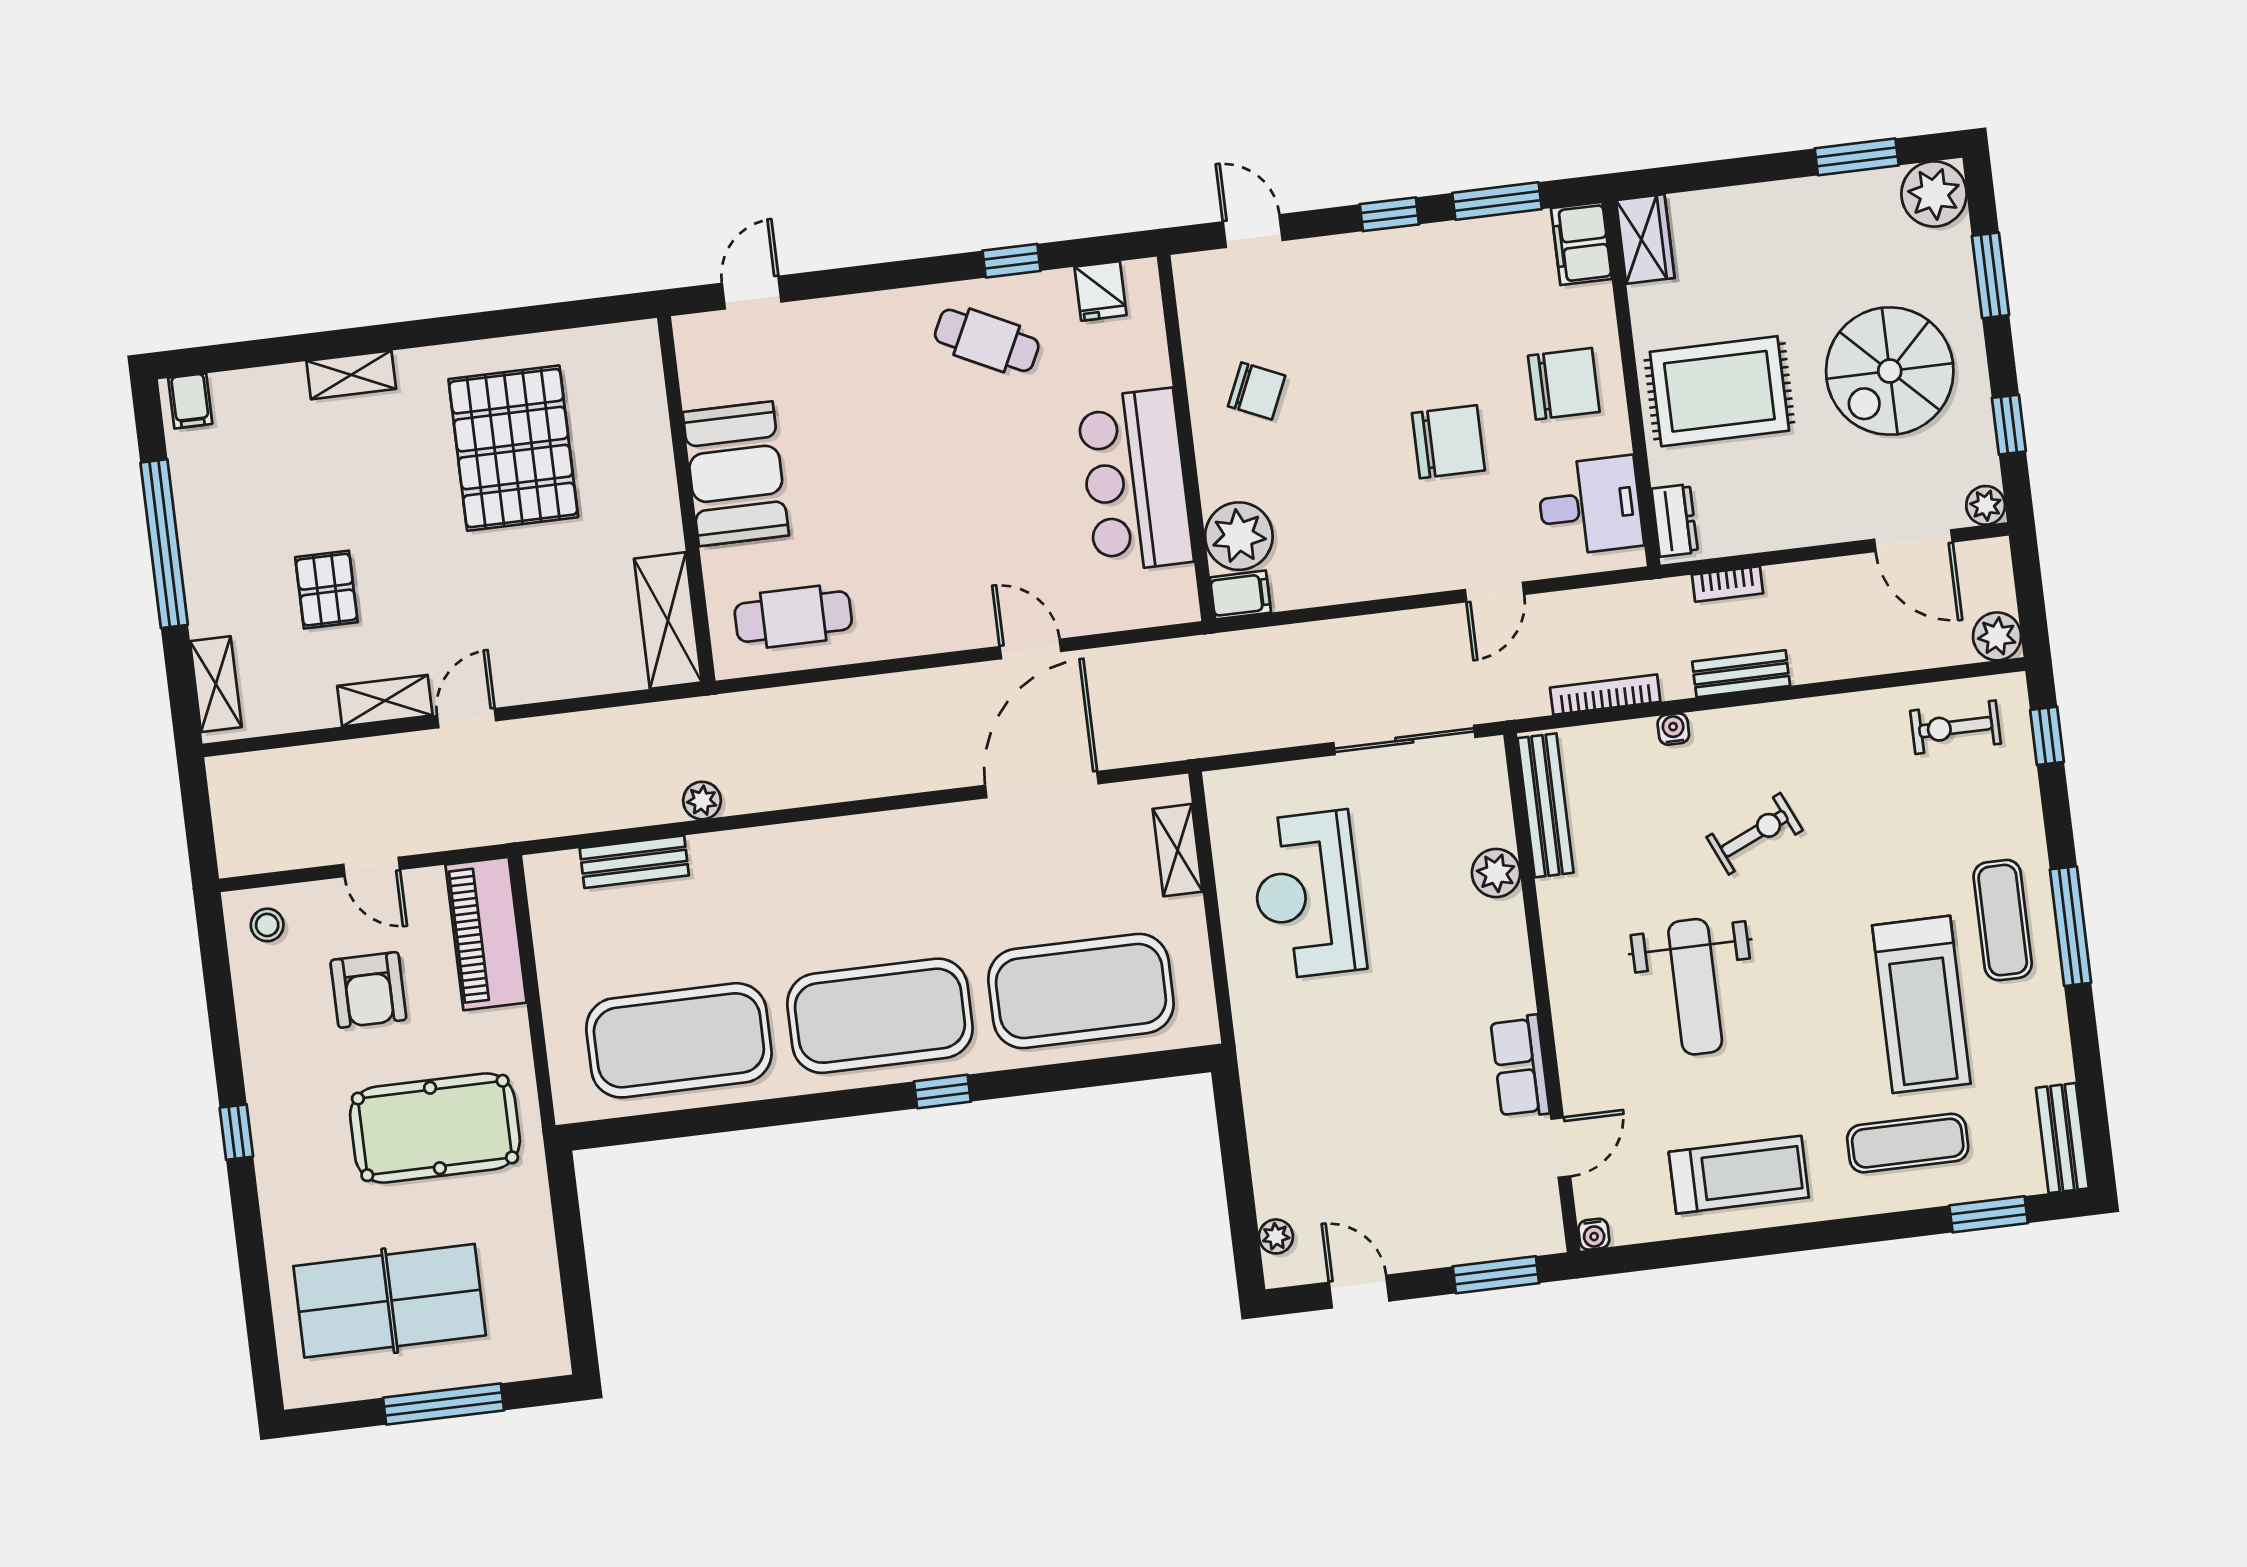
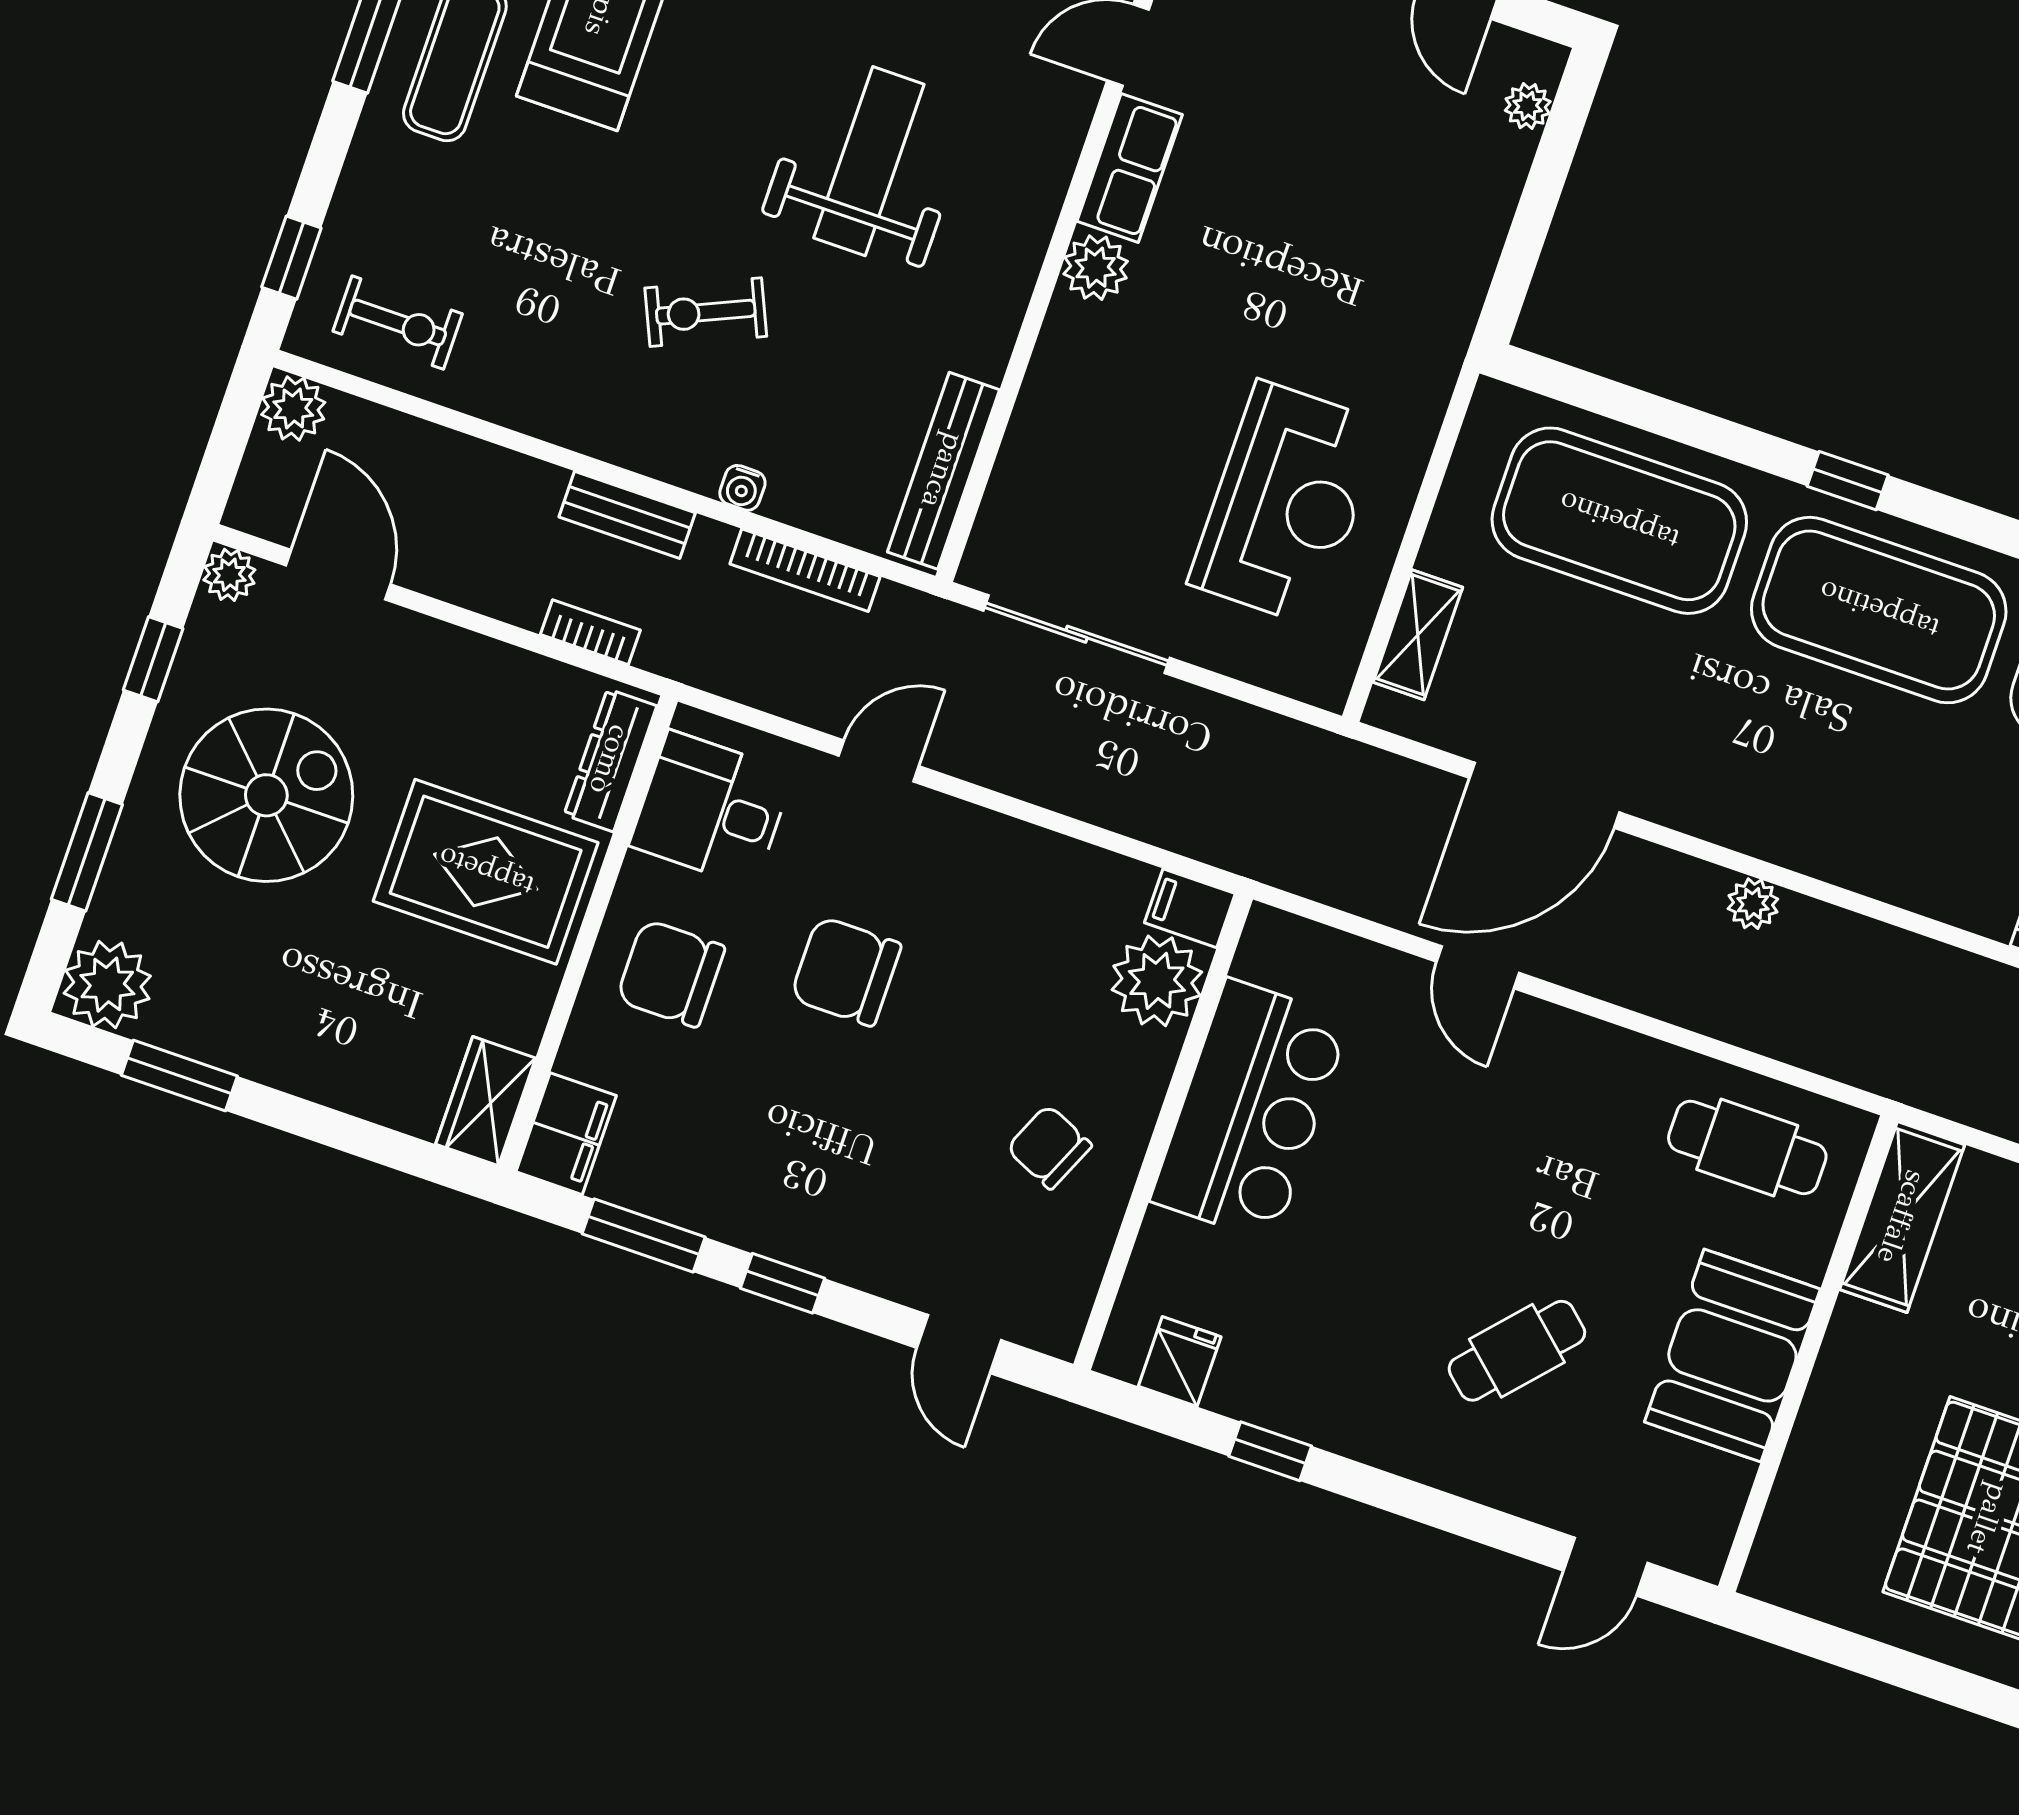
cafe table: (987, 340) -> (1517, 1351), moved, turned -74
dresser: (1675, 520) -> (610, 760), width x1.44
plant: (702, 801) -> (1753, 904), moved
plant: (1496, 873) -> (1096, 268), moved

